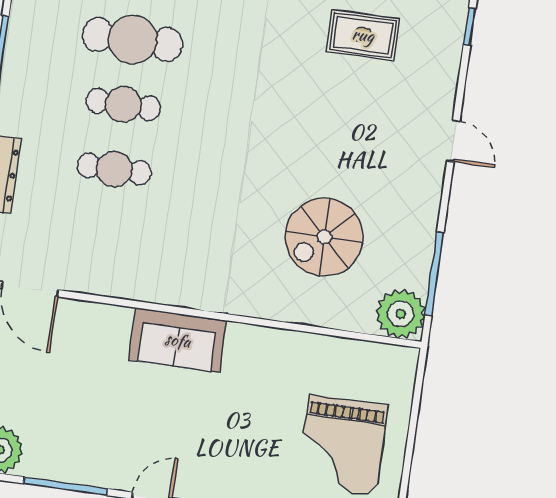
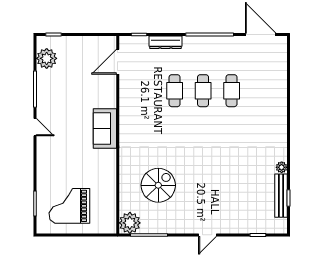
rug: (363, 35) -> (247, 189), removed
cafe table: (133, 39) -> (232, 91), width x0.73, depth x0.74
spiral stairs: (324, 237) -> (158, 185), turned 90

